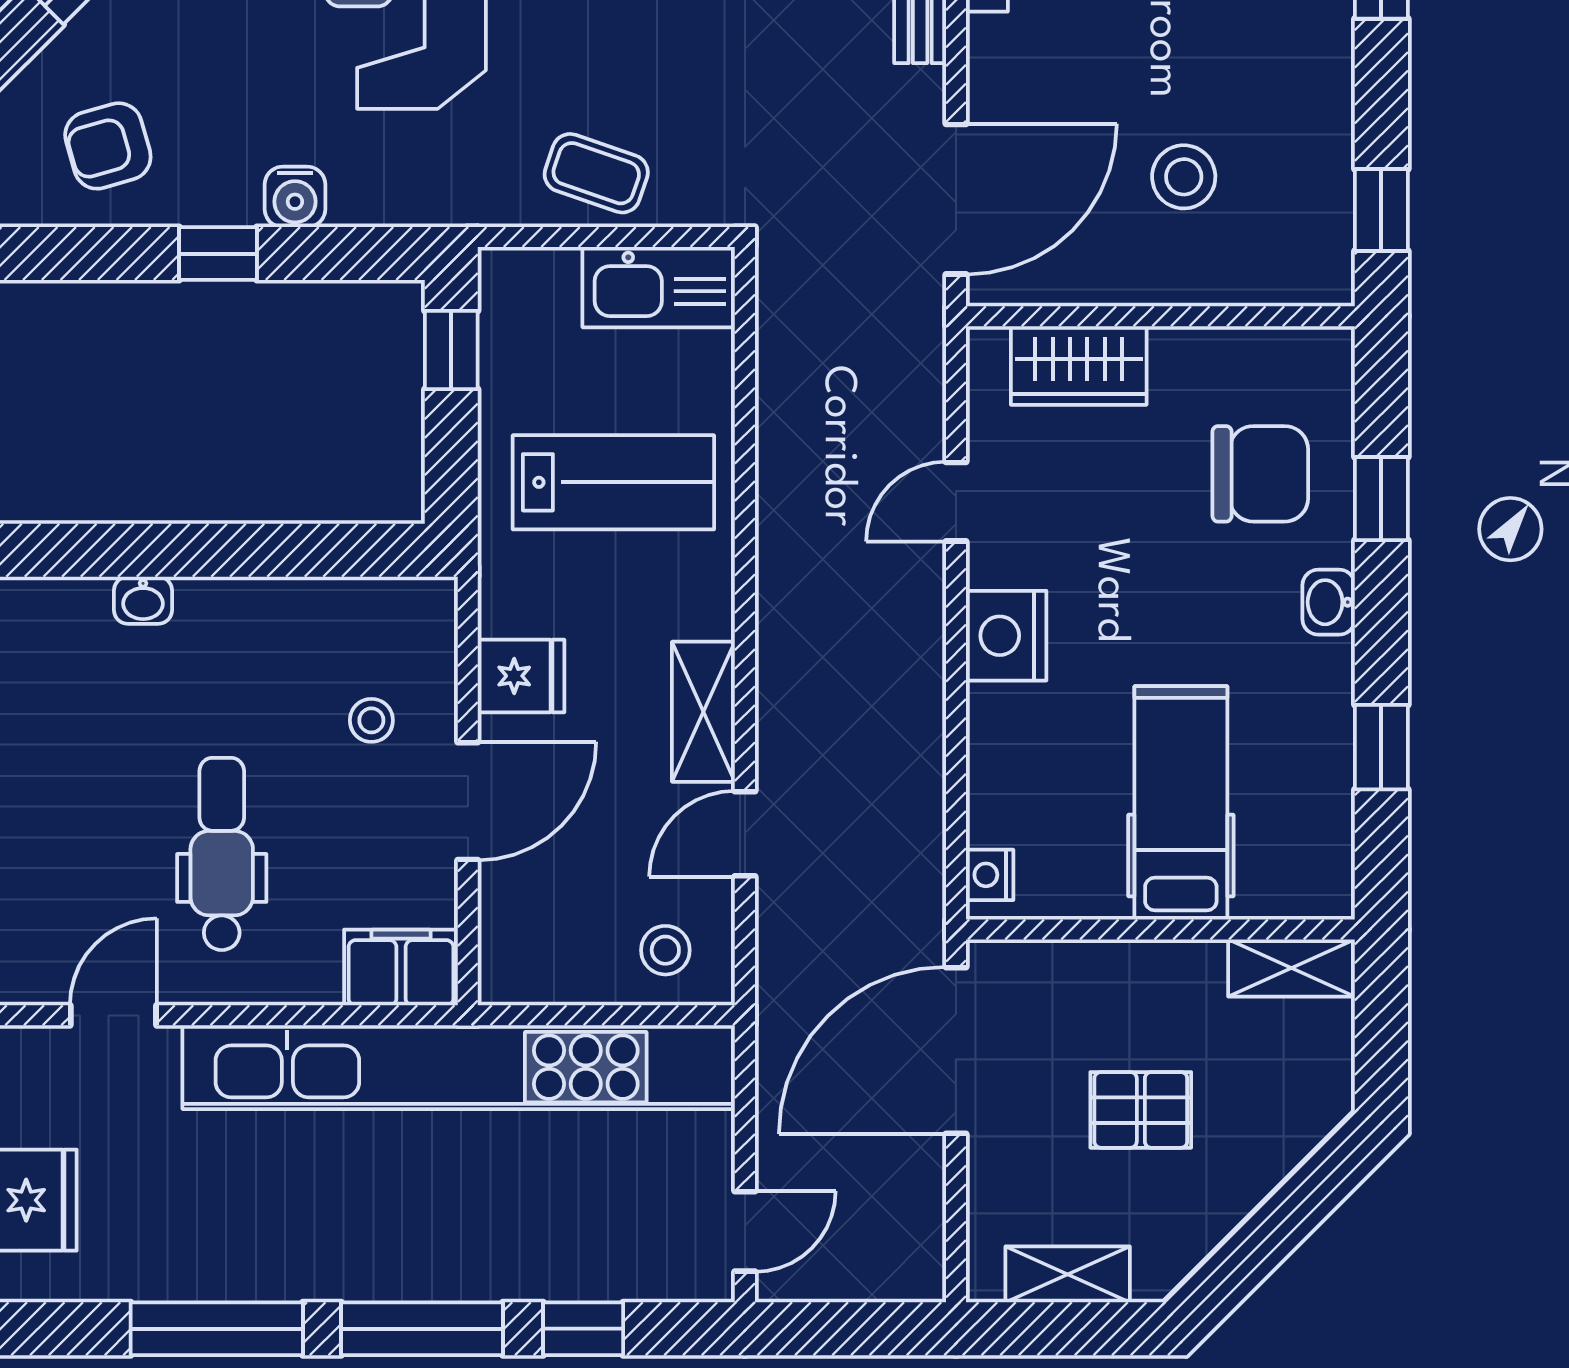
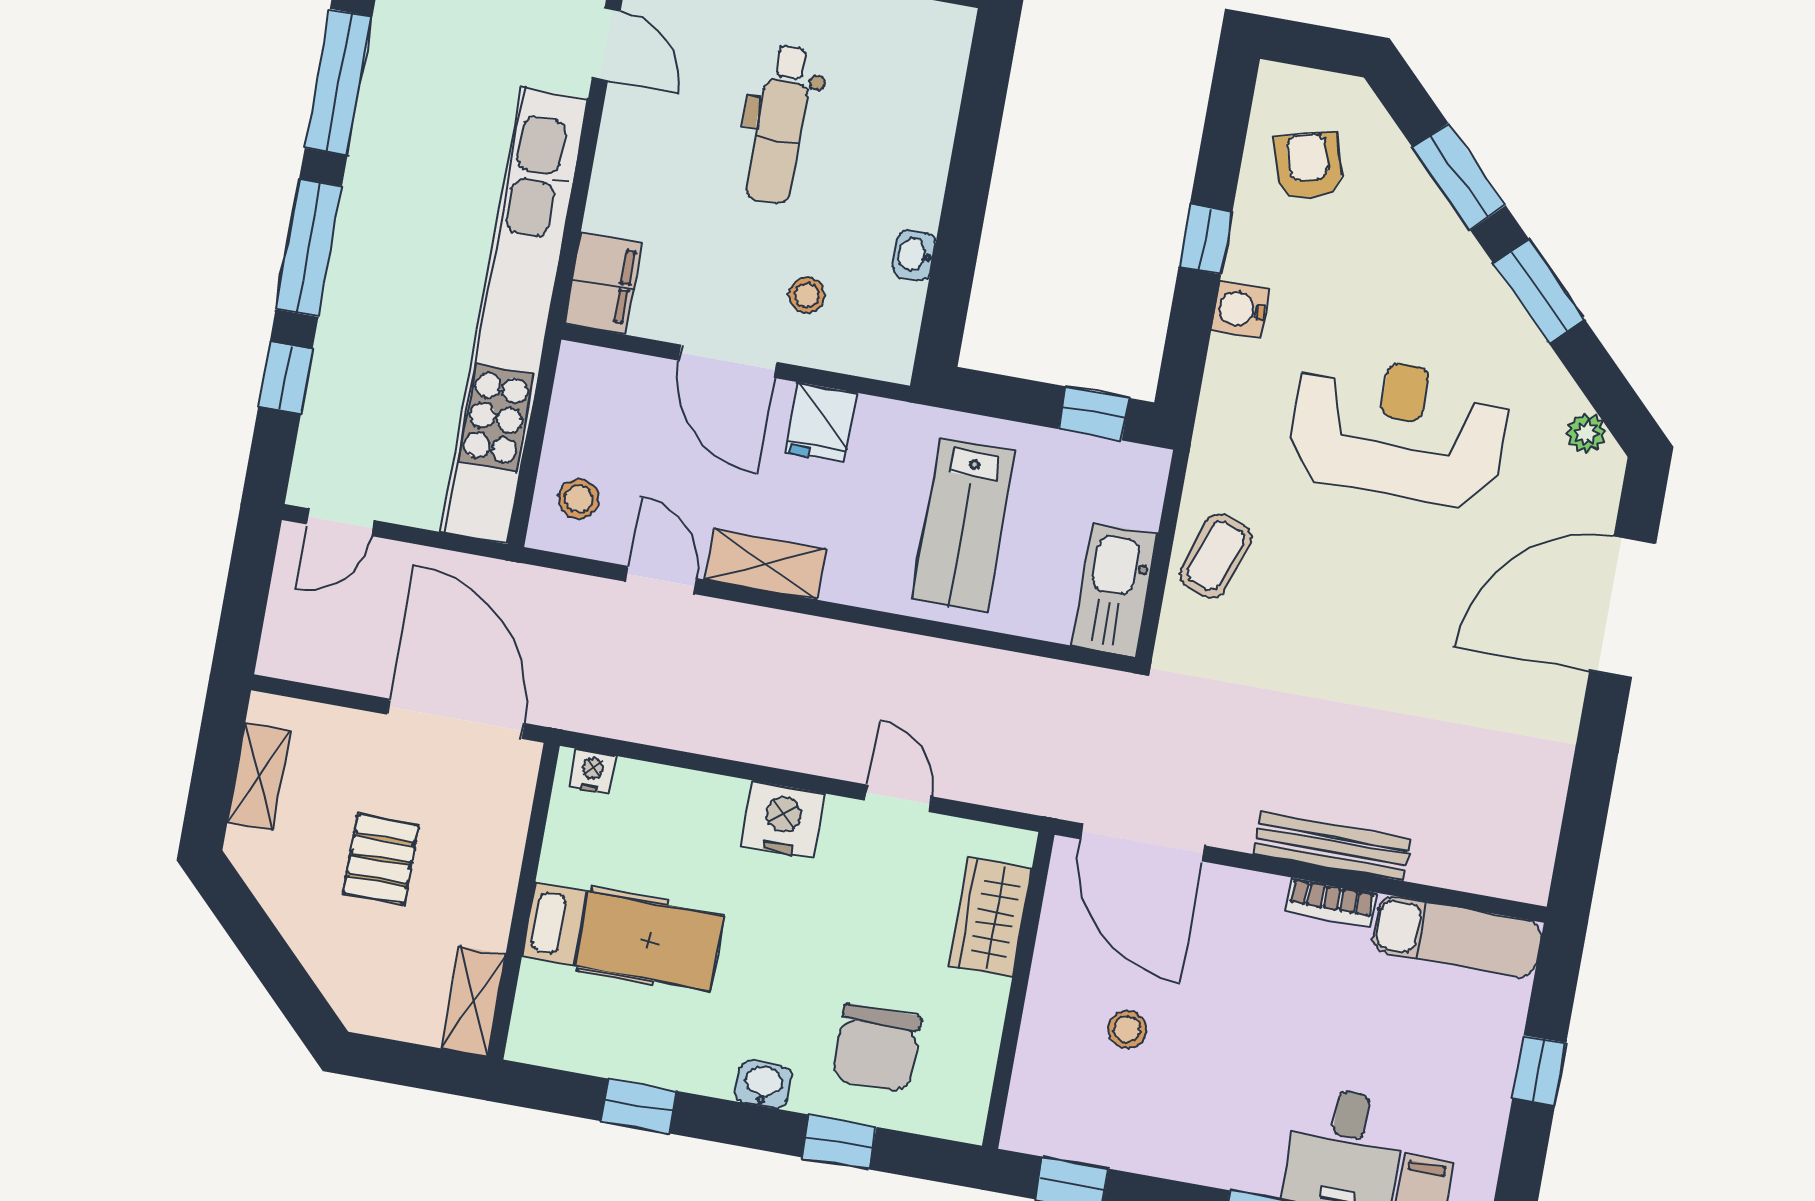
stool: (1184, 177) -> (1127, 1029), width x0.73, depth x0.73
washbasin: (143, 600) -> (914, 255), moved
dental chair: (222, 854) -> (780, 124), moved, turned 90
door: (745, 1231) -> (340, 522), hinge flipped

